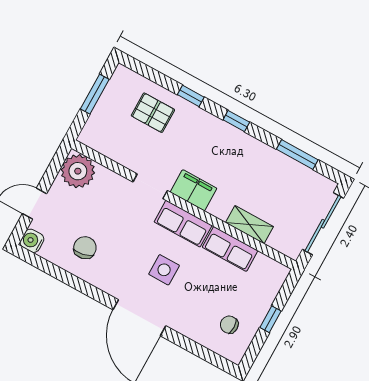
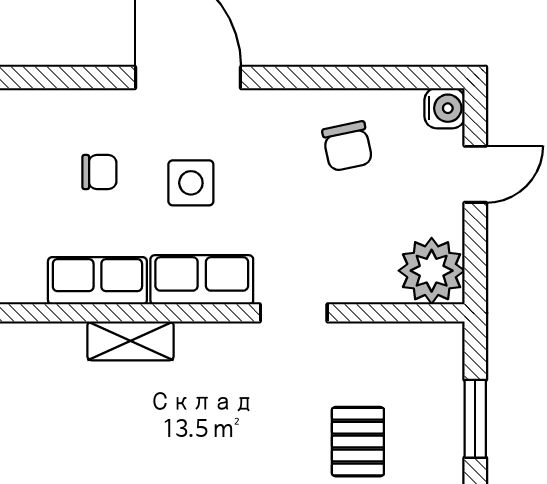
pallet: (153, 113) -> (358, 442), turned 90
filing cabinet: (194, 190) -> (215, 347), removed
shelving: (249, 225) -> (130, 341), moved
chair: (229, 325) -> (99, 172), moved

